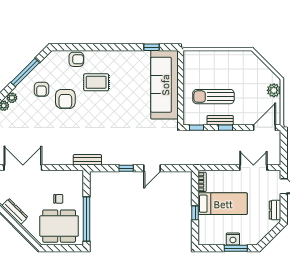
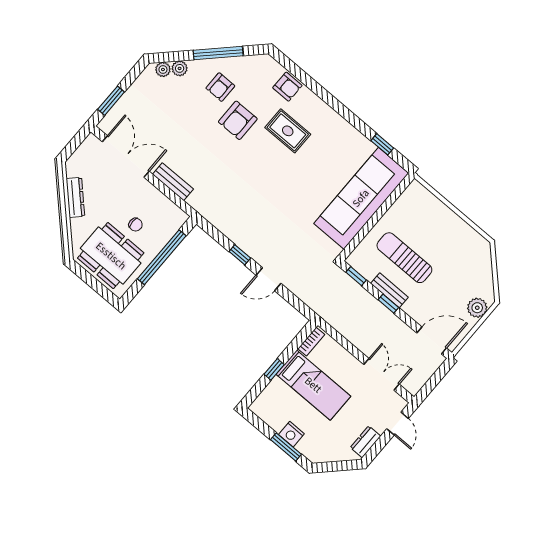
bench: (87, 160) -> (173, 182), moved
window: (87, 219) -> (162, 257), moved

